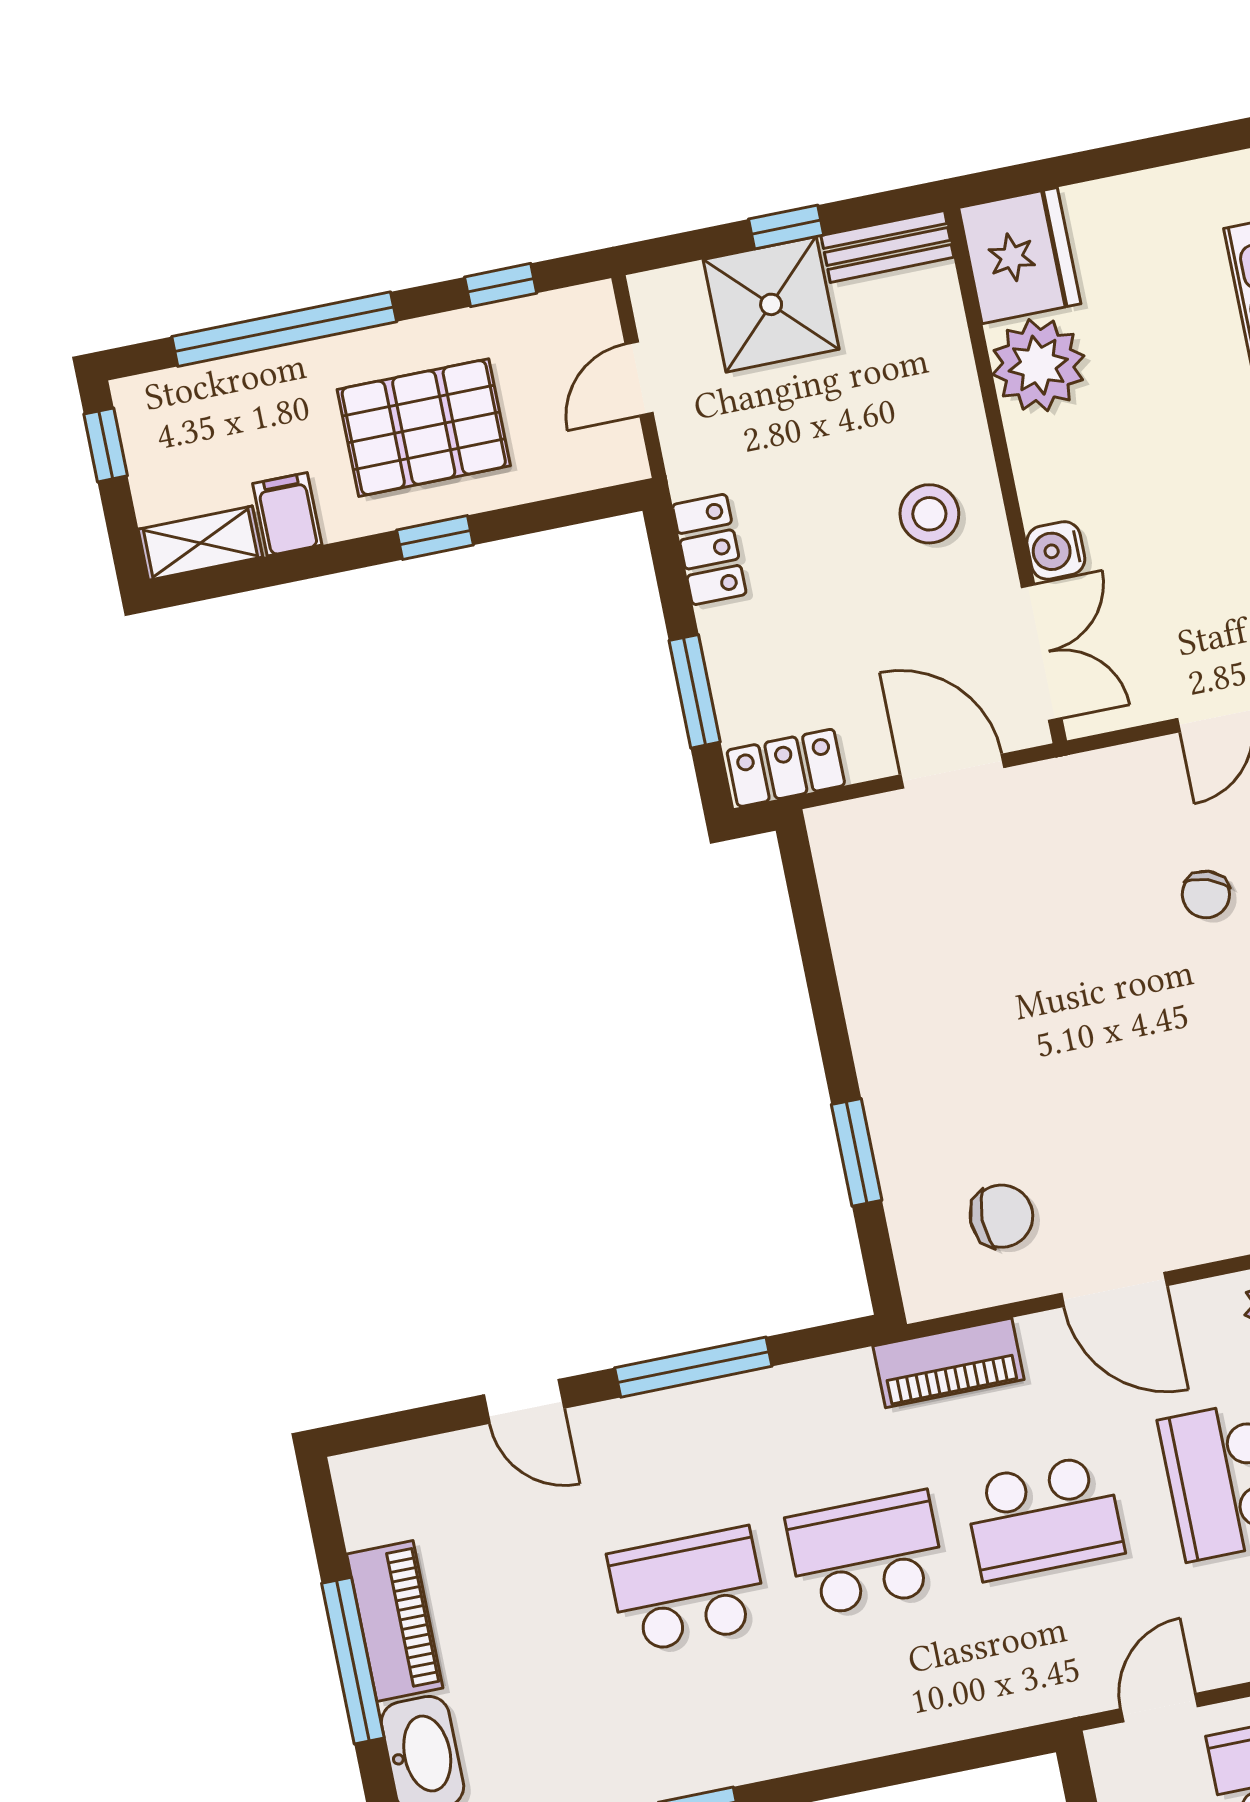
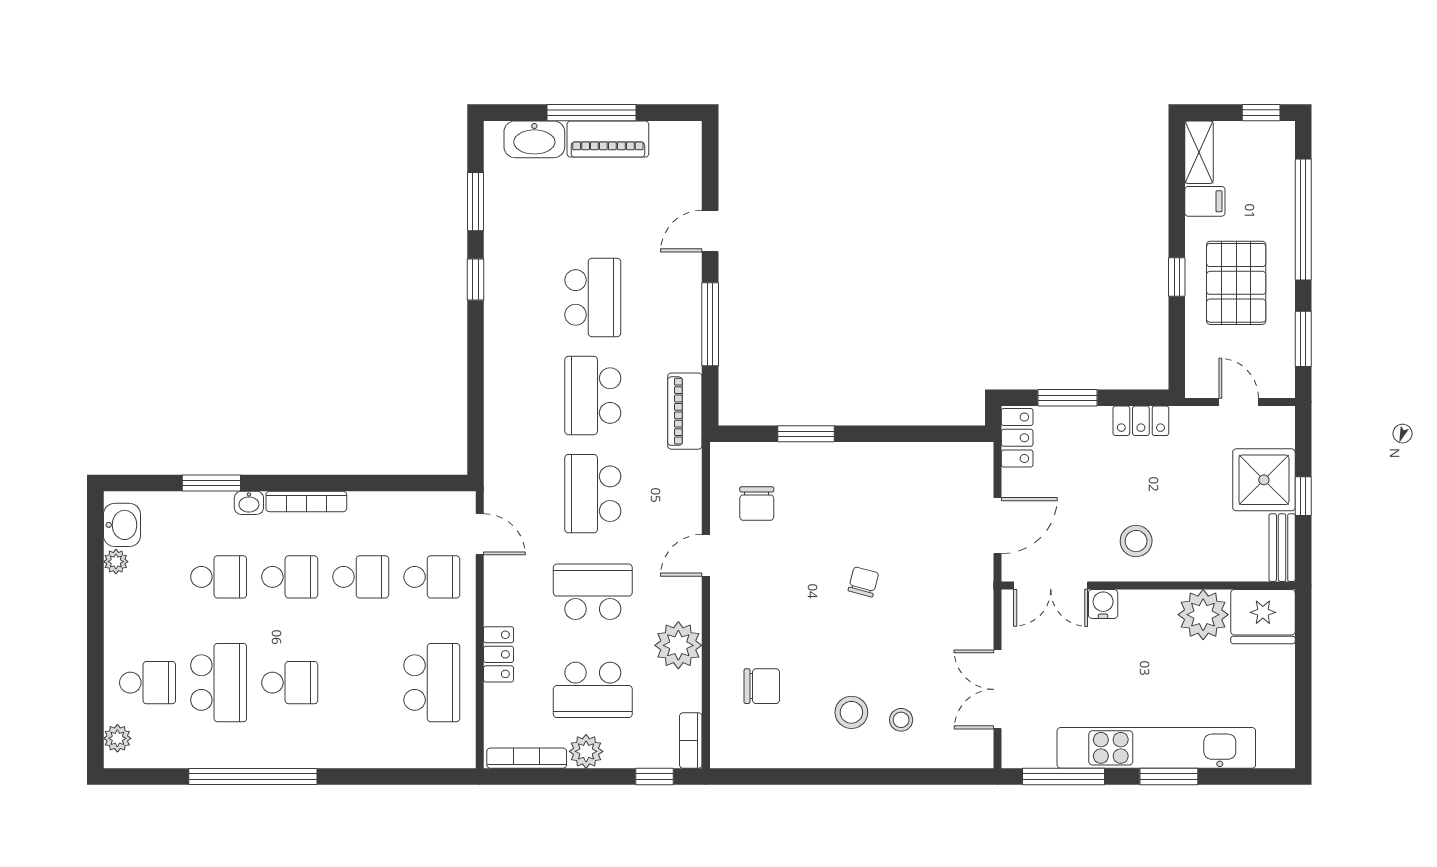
window: (501, 285) -> (1303, 339), width x1.50
chair: (1206, 894) -> (863, 582), moved, turned 86
door: (1114, 1289) -> (706, 555), width x0.73
piano: (949, 1363) -> (685, 411), moved
school desk: (866, 1554) -> (593, 396), turned 180

